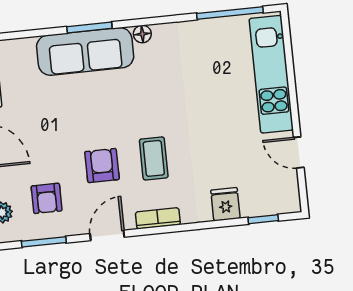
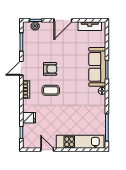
door: (299, 152) -> (47, 150), hinge flipped
armchair: (47, 198) -> (39, 45), removed
door: (107, 235) -> (21, 68), swing flipped

